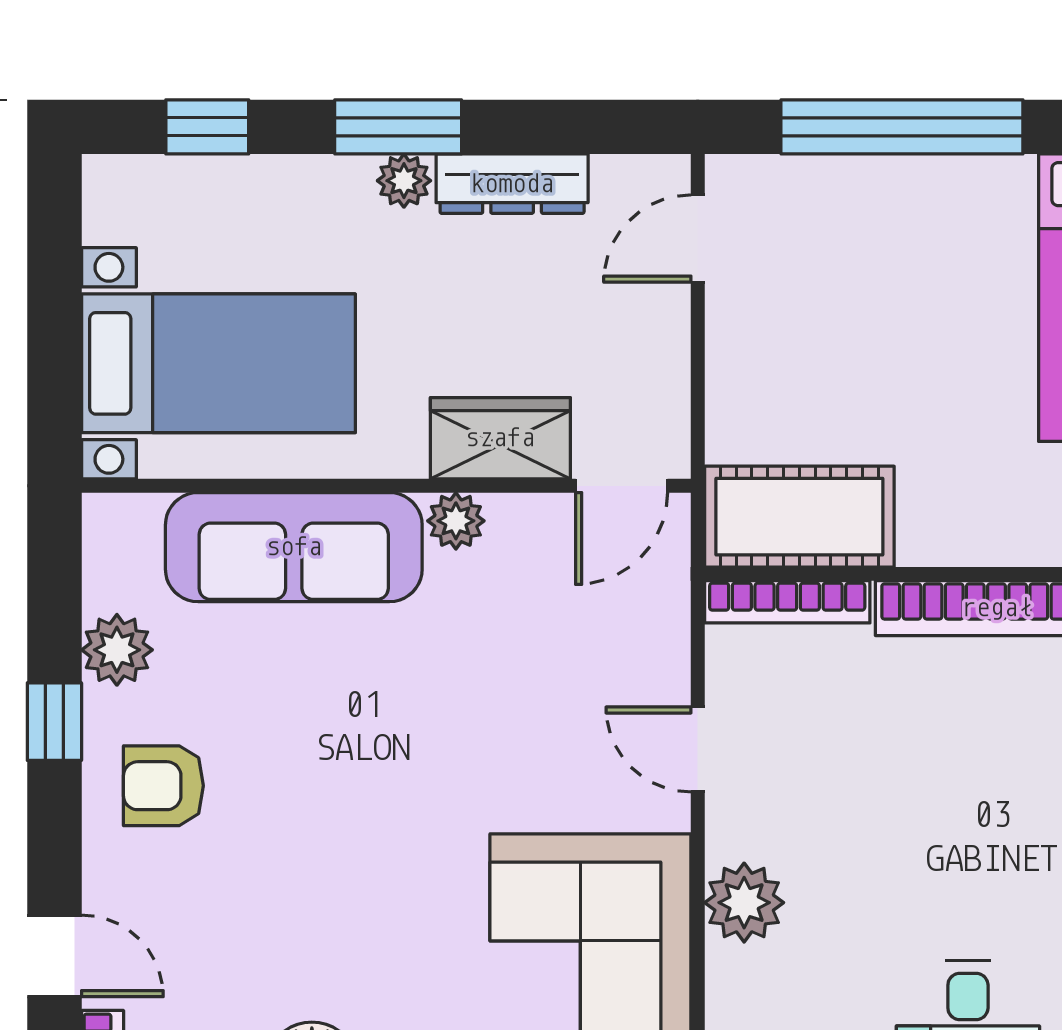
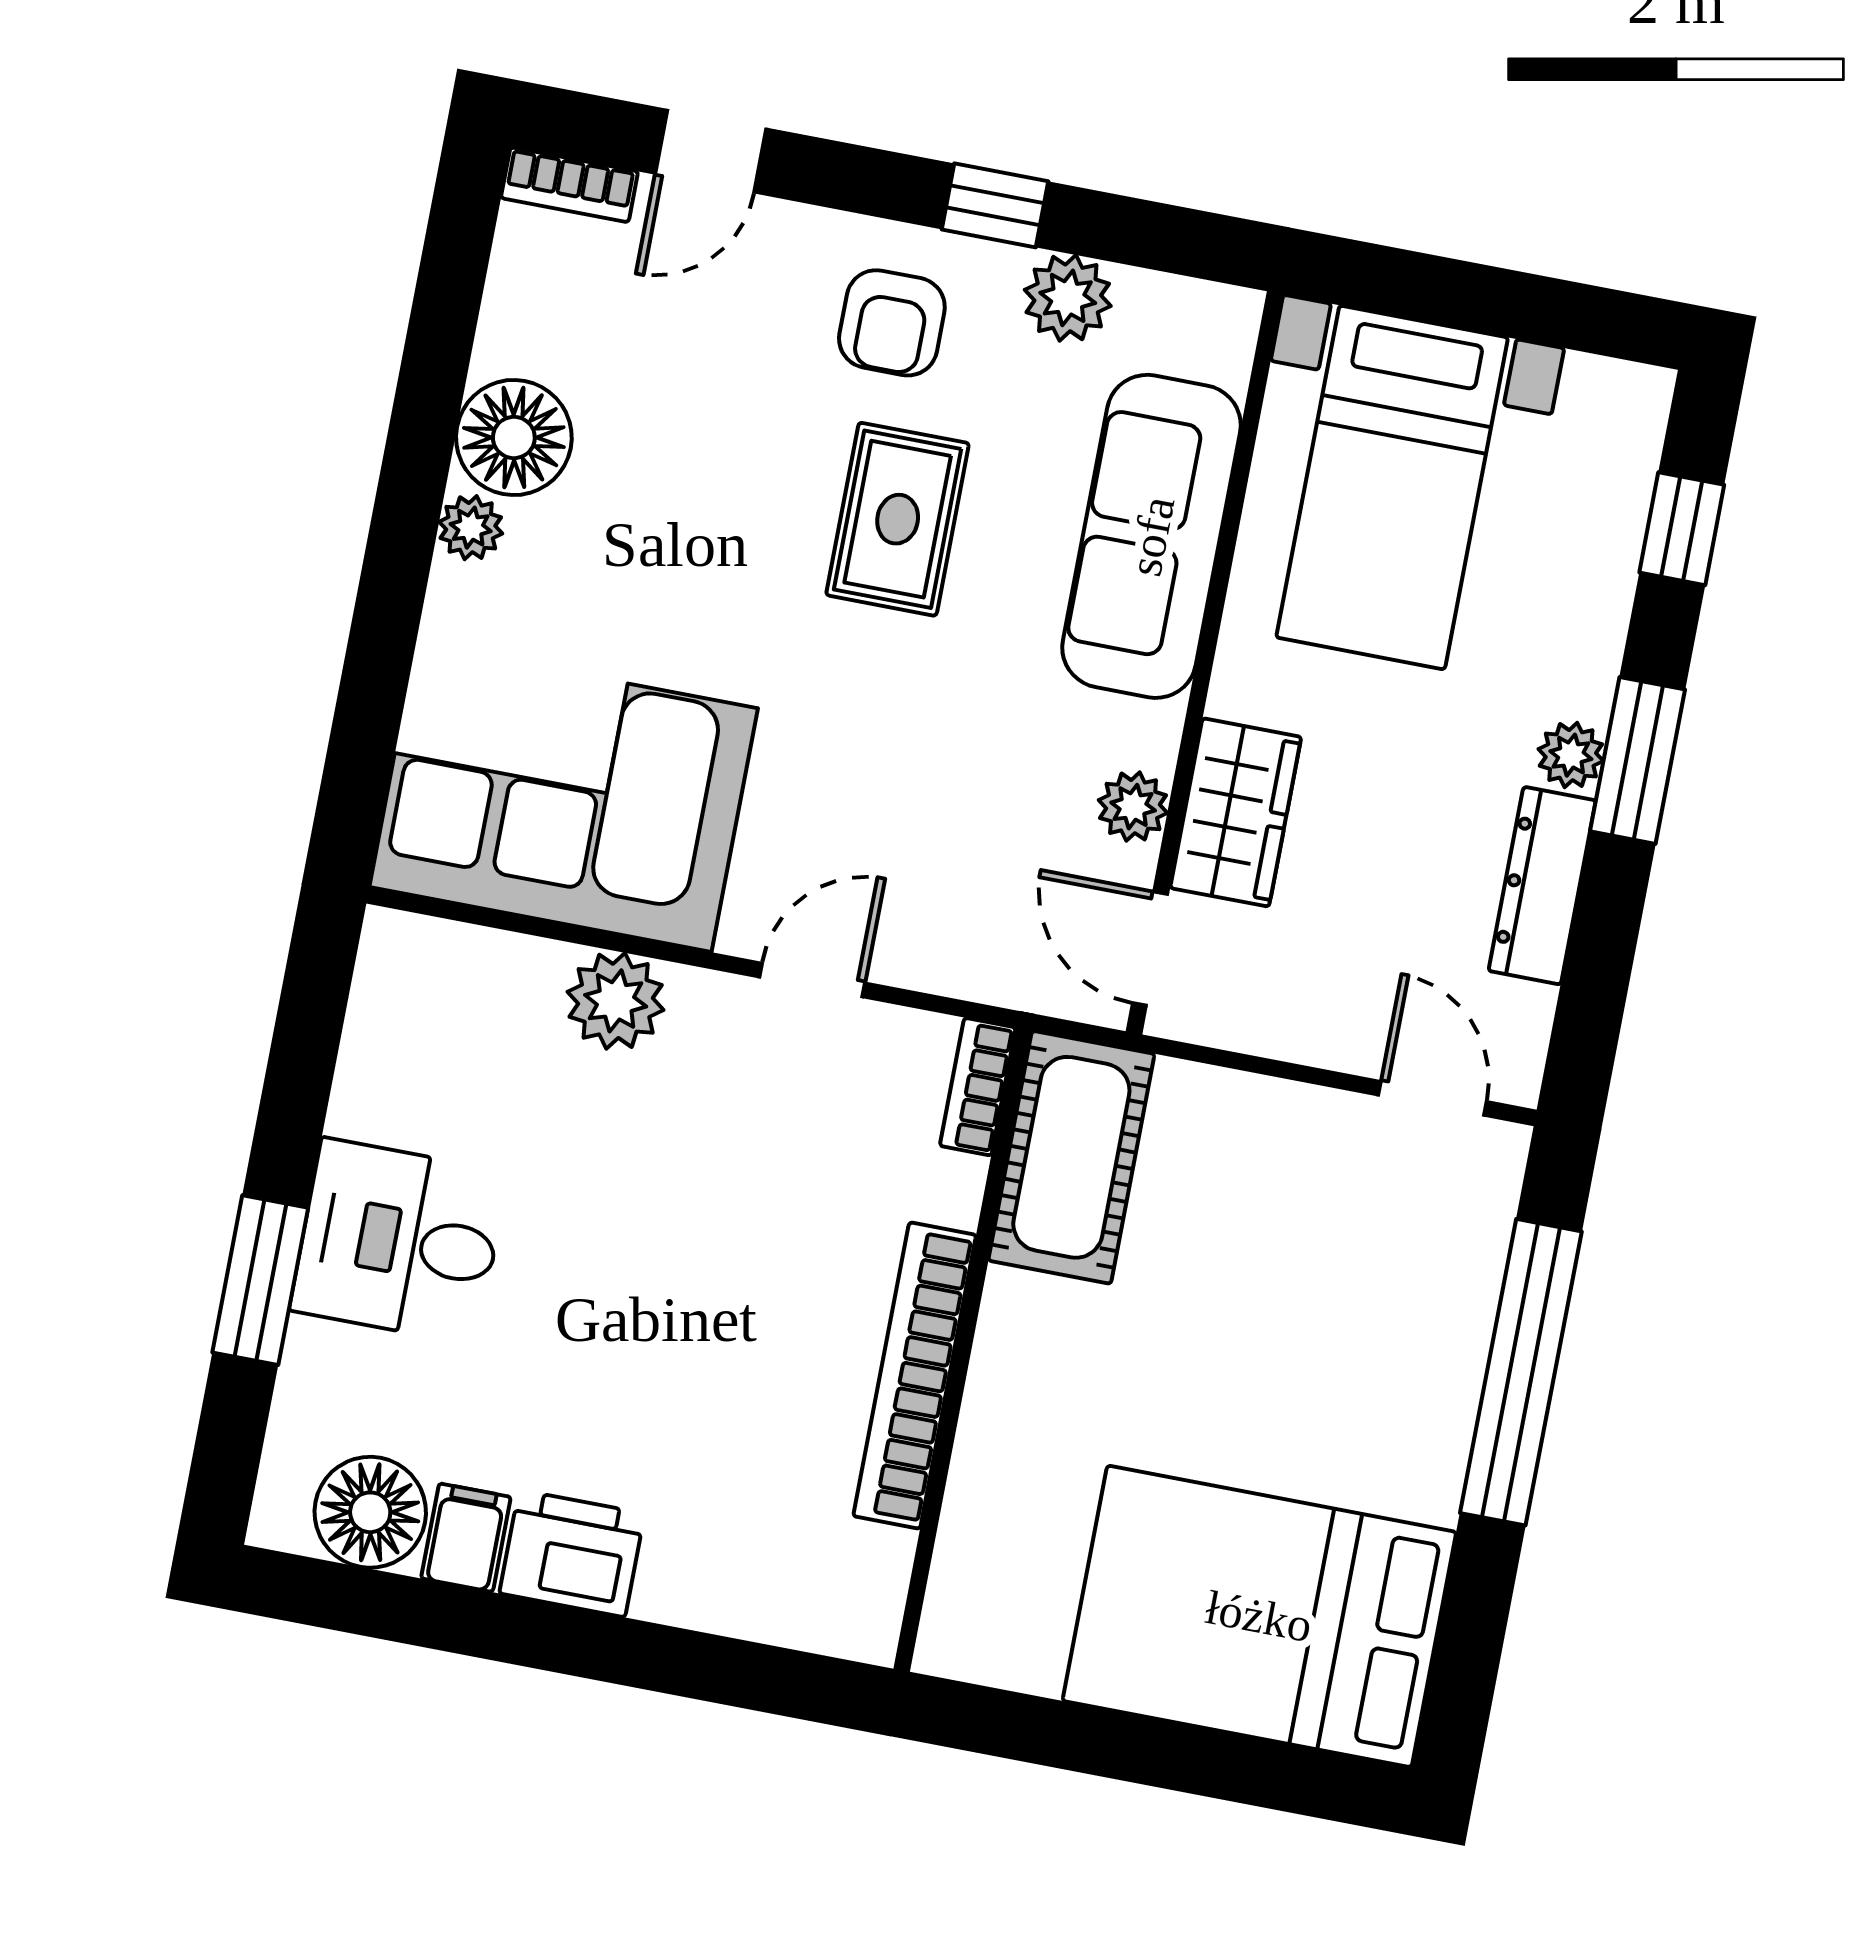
plant: (456, 521) -> (1133, 807), moved
bookcase: (787, 602) -> (978, 1087), width x0.64
rug: (319, 751) -> (898, 519), added
armchair: (163, 786) -> (892, 323), turned 180

